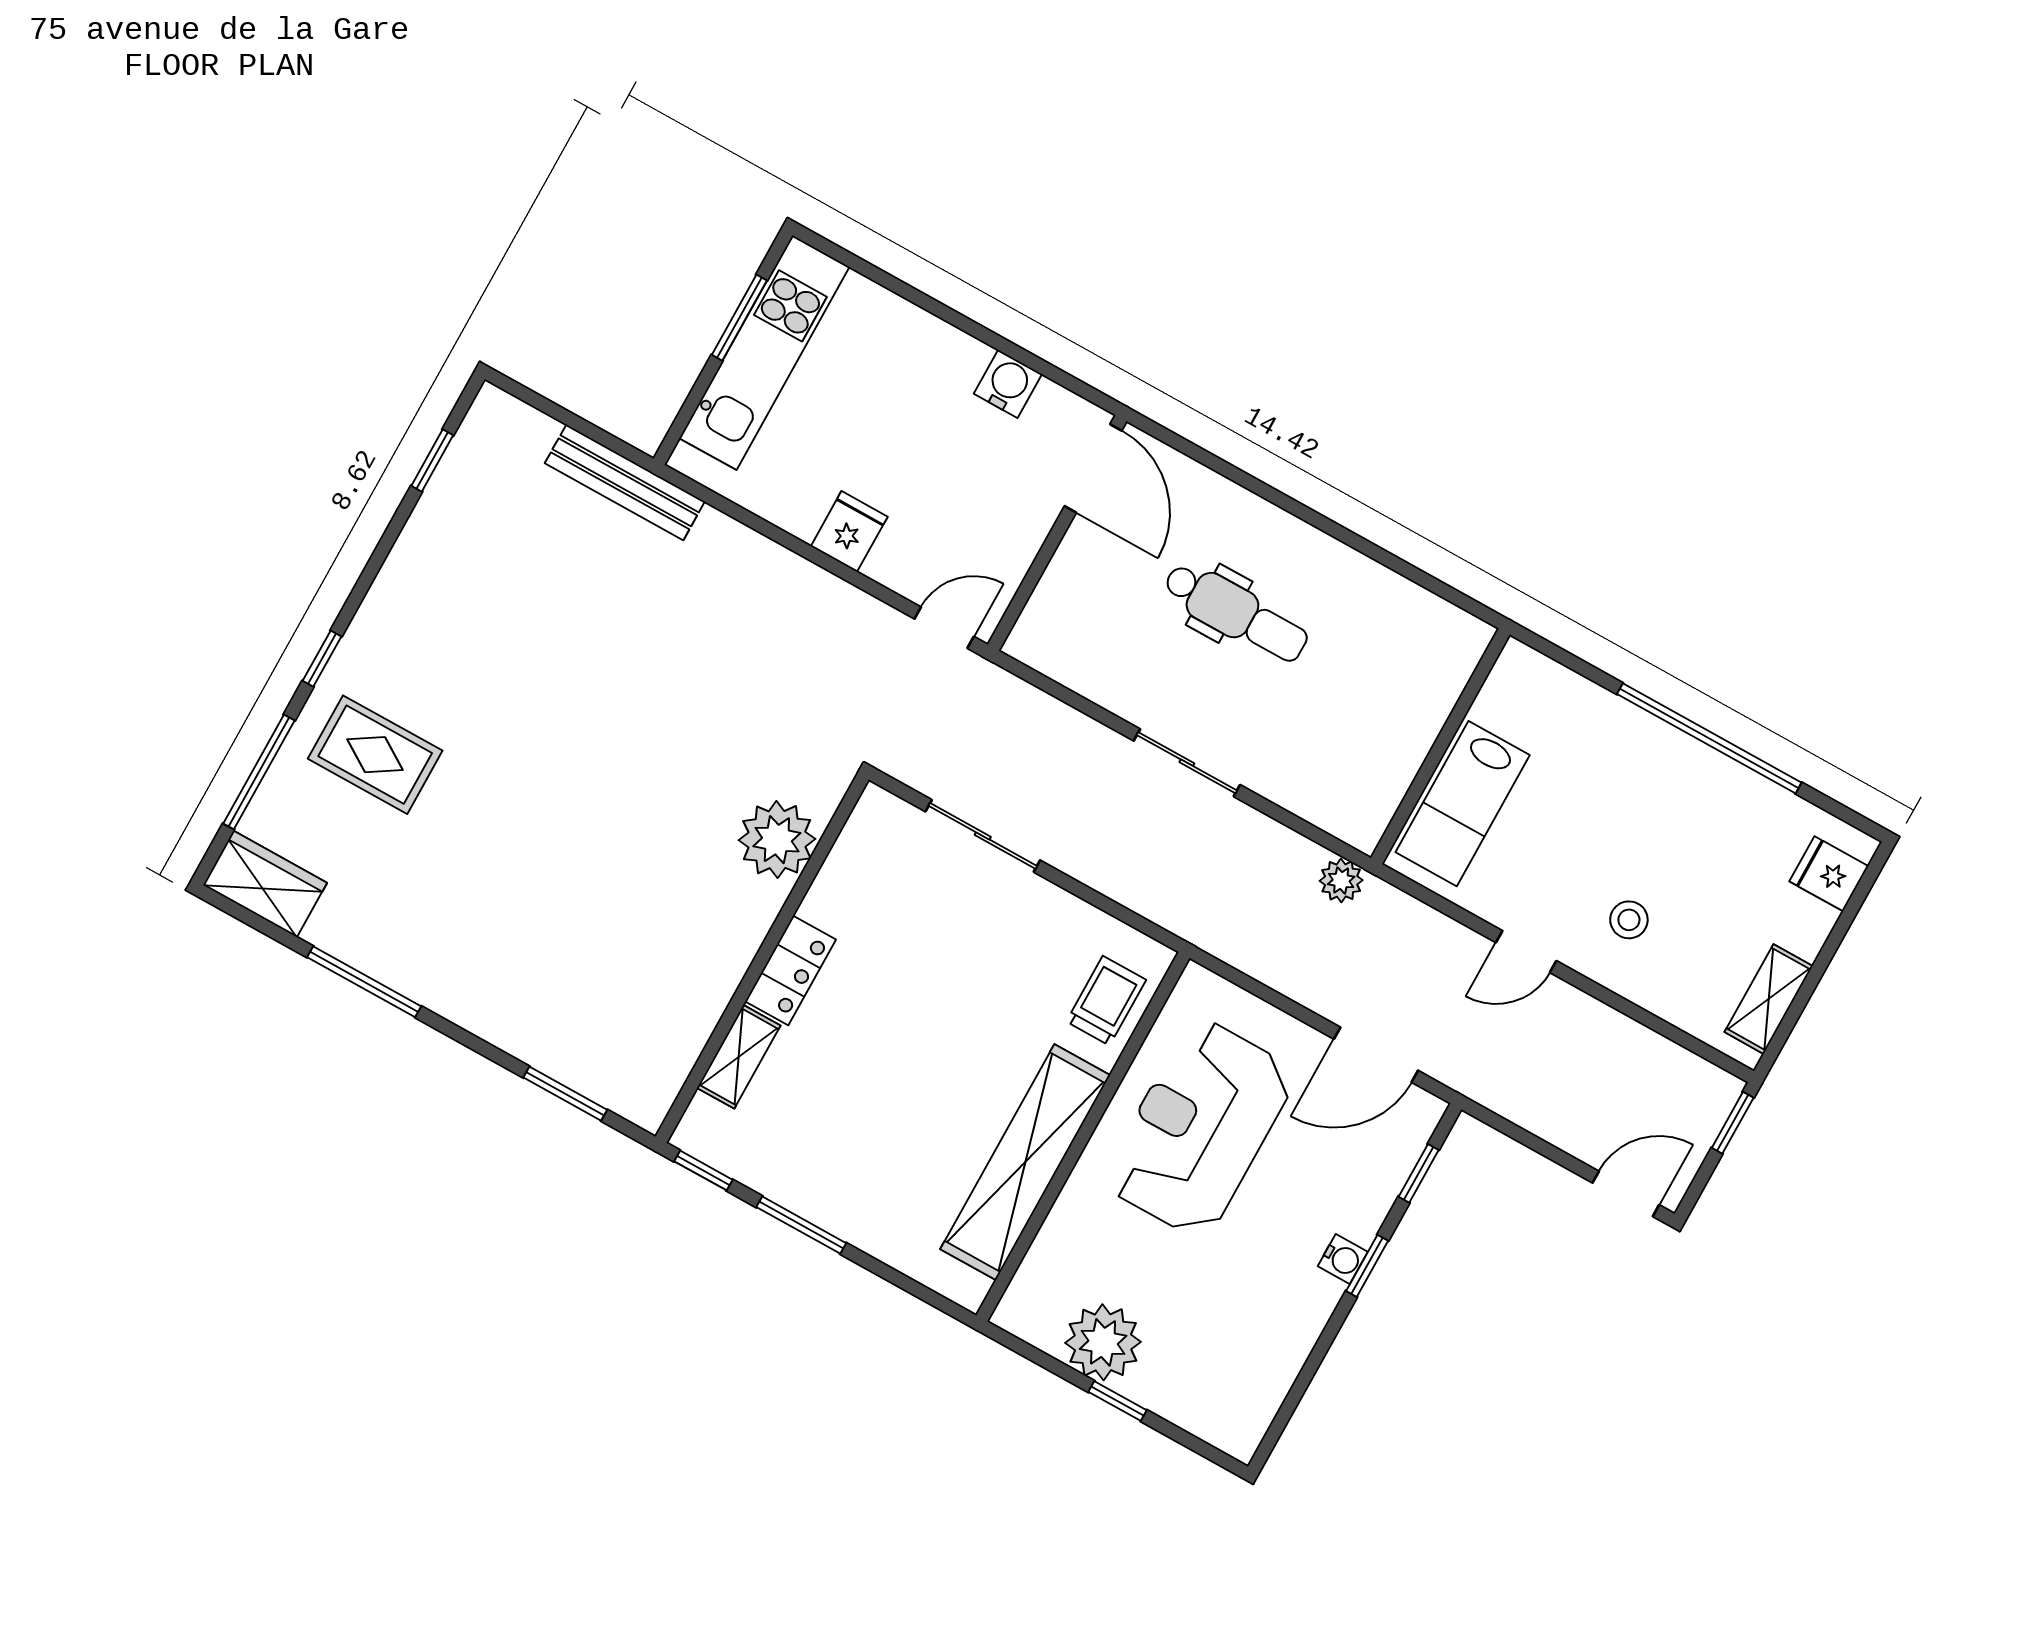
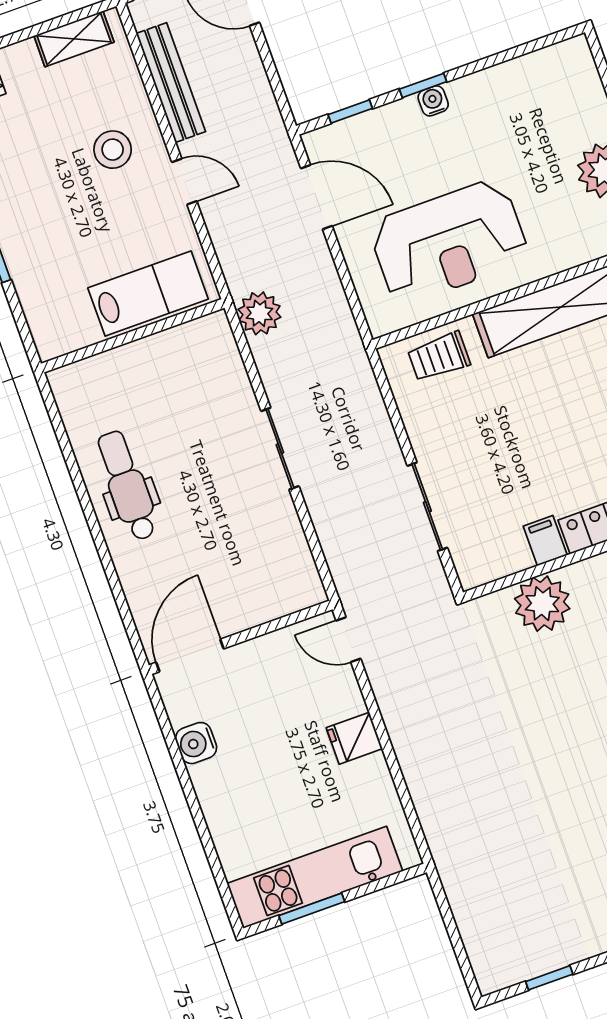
bench: (625, 482) -> (171, 83), moved
dental chair: (1236, 612) -> (127, 486), moved
plant: (1341, 880) -> (259, 313), width x1.38, depth x1.38
filing cabinet: (831, 907) -> (545, 541), added
stool: (1629, 920) -> (113, 150), width x1.37, depth x1.37

